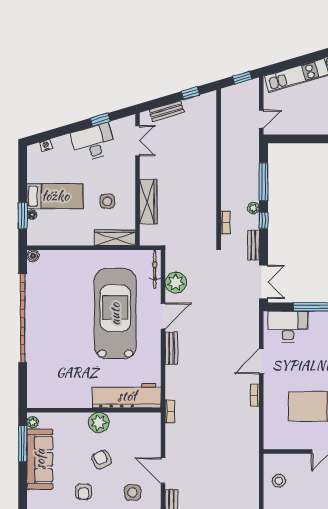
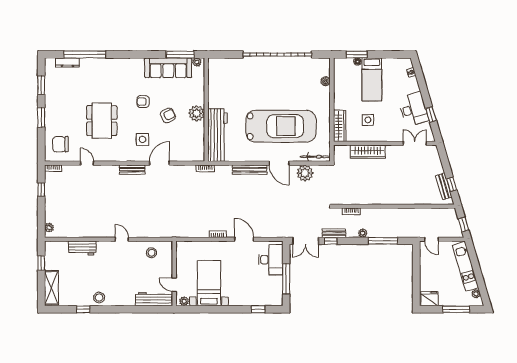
bench: (166, 111) -> (444, 186), moved
double door: (137, 141) -> (415, 143), swing flipped
window: (263, 220) -> (331, 241), moved
boiler: (33, 256) -> (326, 81), moved
bench: (171, 348) -> (250, 170), width x1.36

